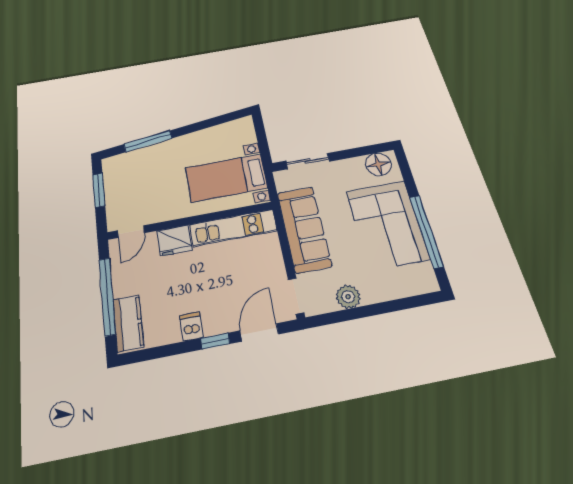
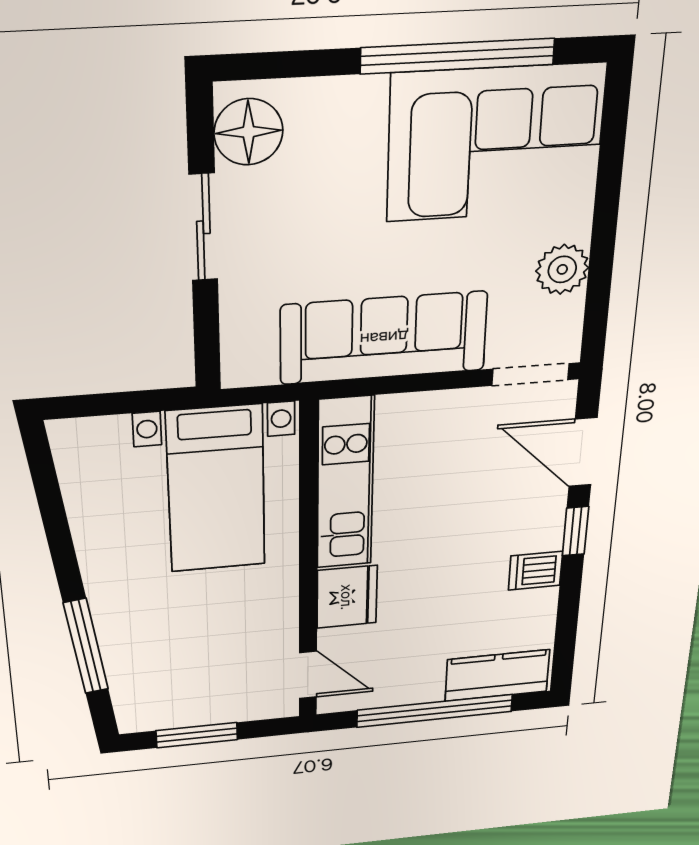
sliding door: (308, 161) -> (203, 227), moved
corner sofa: (387, 225) -> (496, 143), moved

